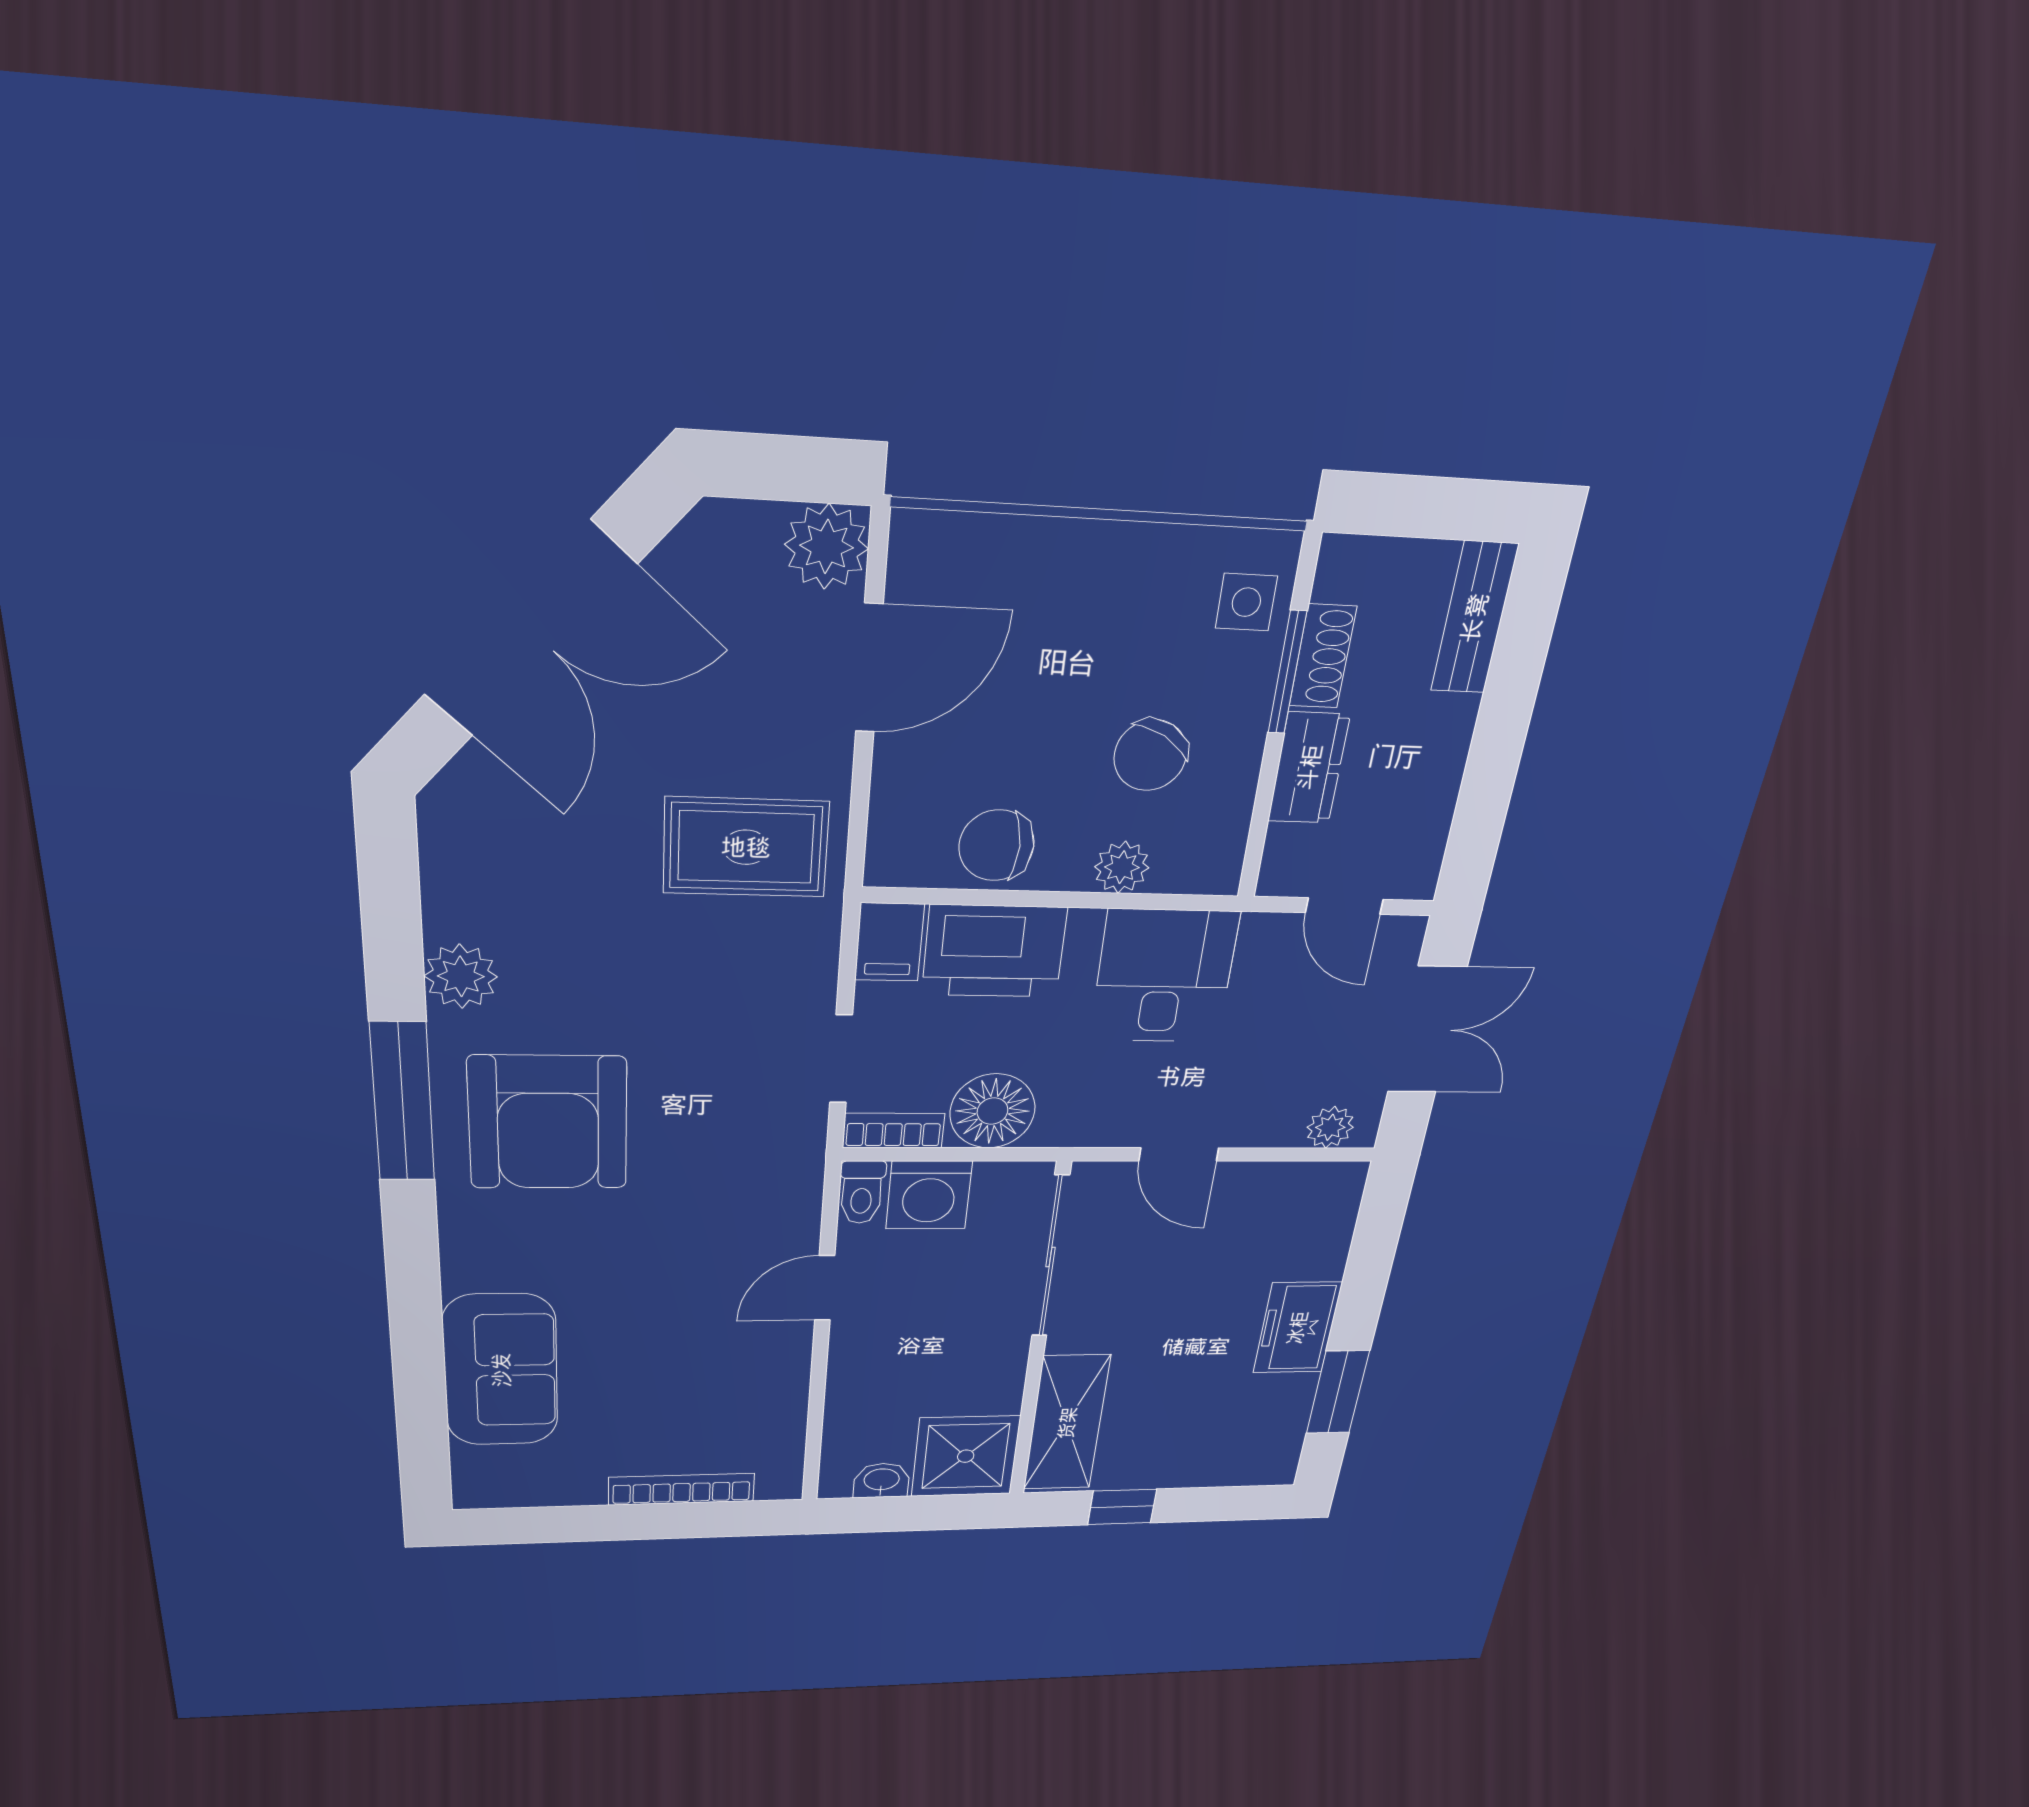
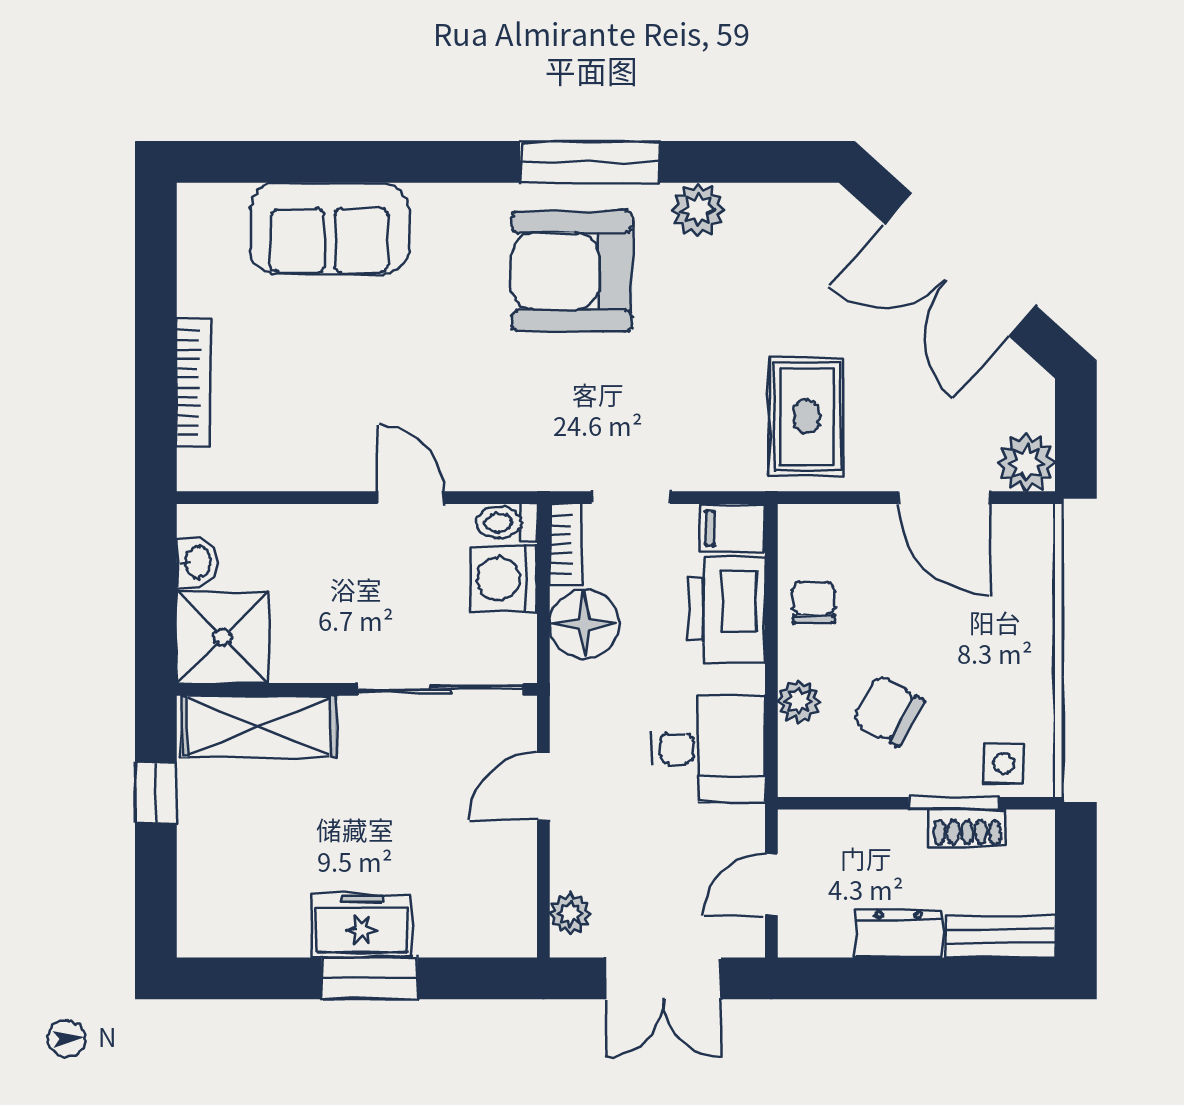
dresser: (1309, 768) -> (899, 934), moved, turned 180
chair: (996, 845) -> (814, 603), width x0.73, depth x0.73
window: (1338, 1392) -> (369, 978), moved

